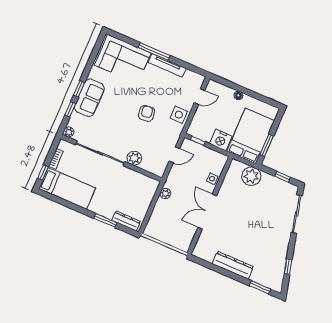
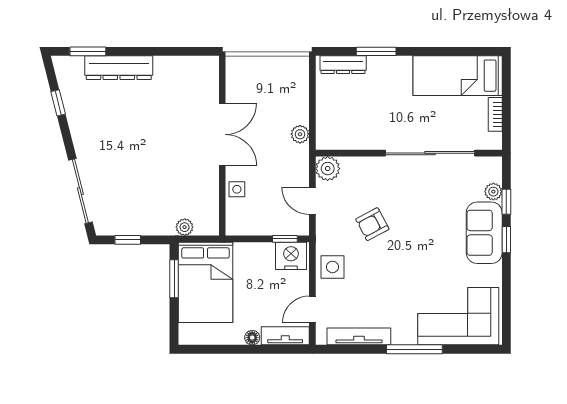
tv unit: (167, 65) -> (359, 336), moved
tv unit: (220, 89) -> (285, 336), added
armchair: (147, 113) -> (372, 224), moved, turned 70
plant: (69, 132) -> (493, 192), moved
nightstand: (221, 140) -> (291, 256), moved
door: (174, 155) -> (312, 201), hinge flipped
plant: (134, 158) -> (328, 169), moved
window: (43, 172) -> (506, 84), removed
plant: (251, 176) -> (185, 227), width x0.53, depth x0.53
dresser: (233, 265) -> (119, 68), moved

